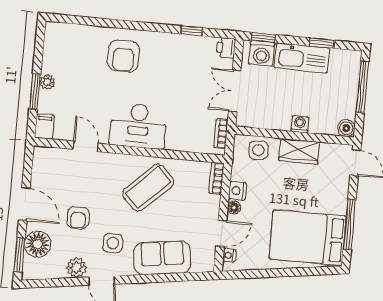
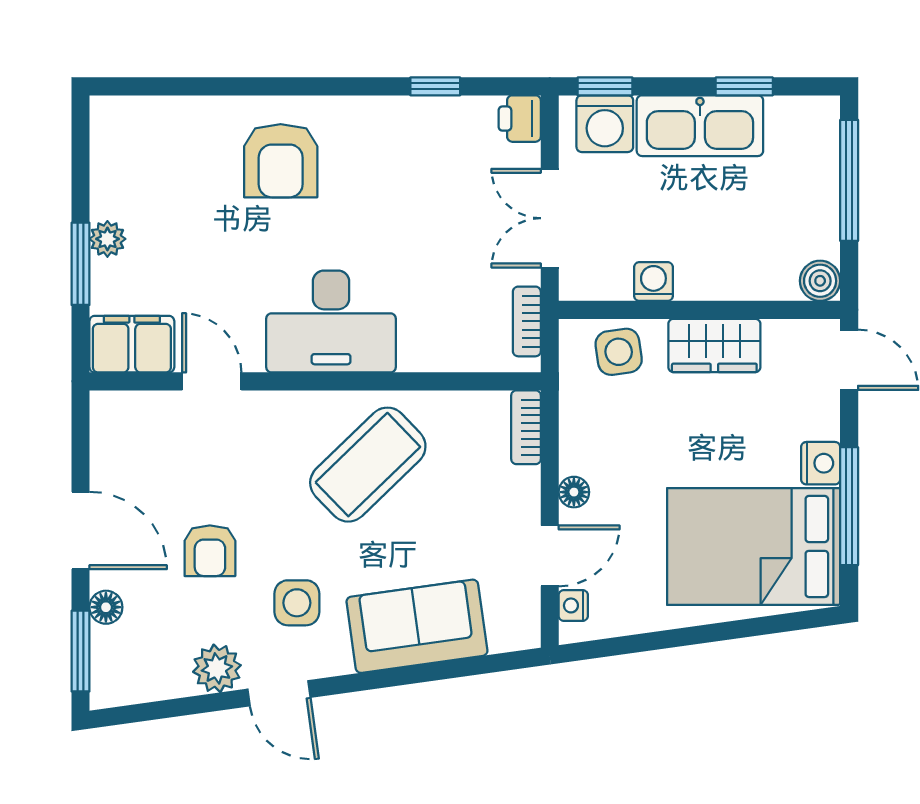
washing machine: (300, 124) -> (653, 282), moved
filing cabinet: (44, 127) -> (132, 344), width x2.00
nightstand: (237, 191) -> (821, 463), moved, turned 180
floor lamp: (38, 244) -> (106, 607), width x0.53, depth x0.53

